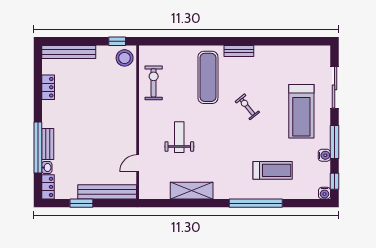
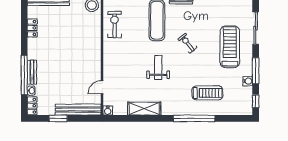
treadmill: (301, 111) -> (230, 47), turned 180
weight bench: (179, 137) -> (158, 67), moved
water cooler: (325, 193) -> (108, 111), moved

